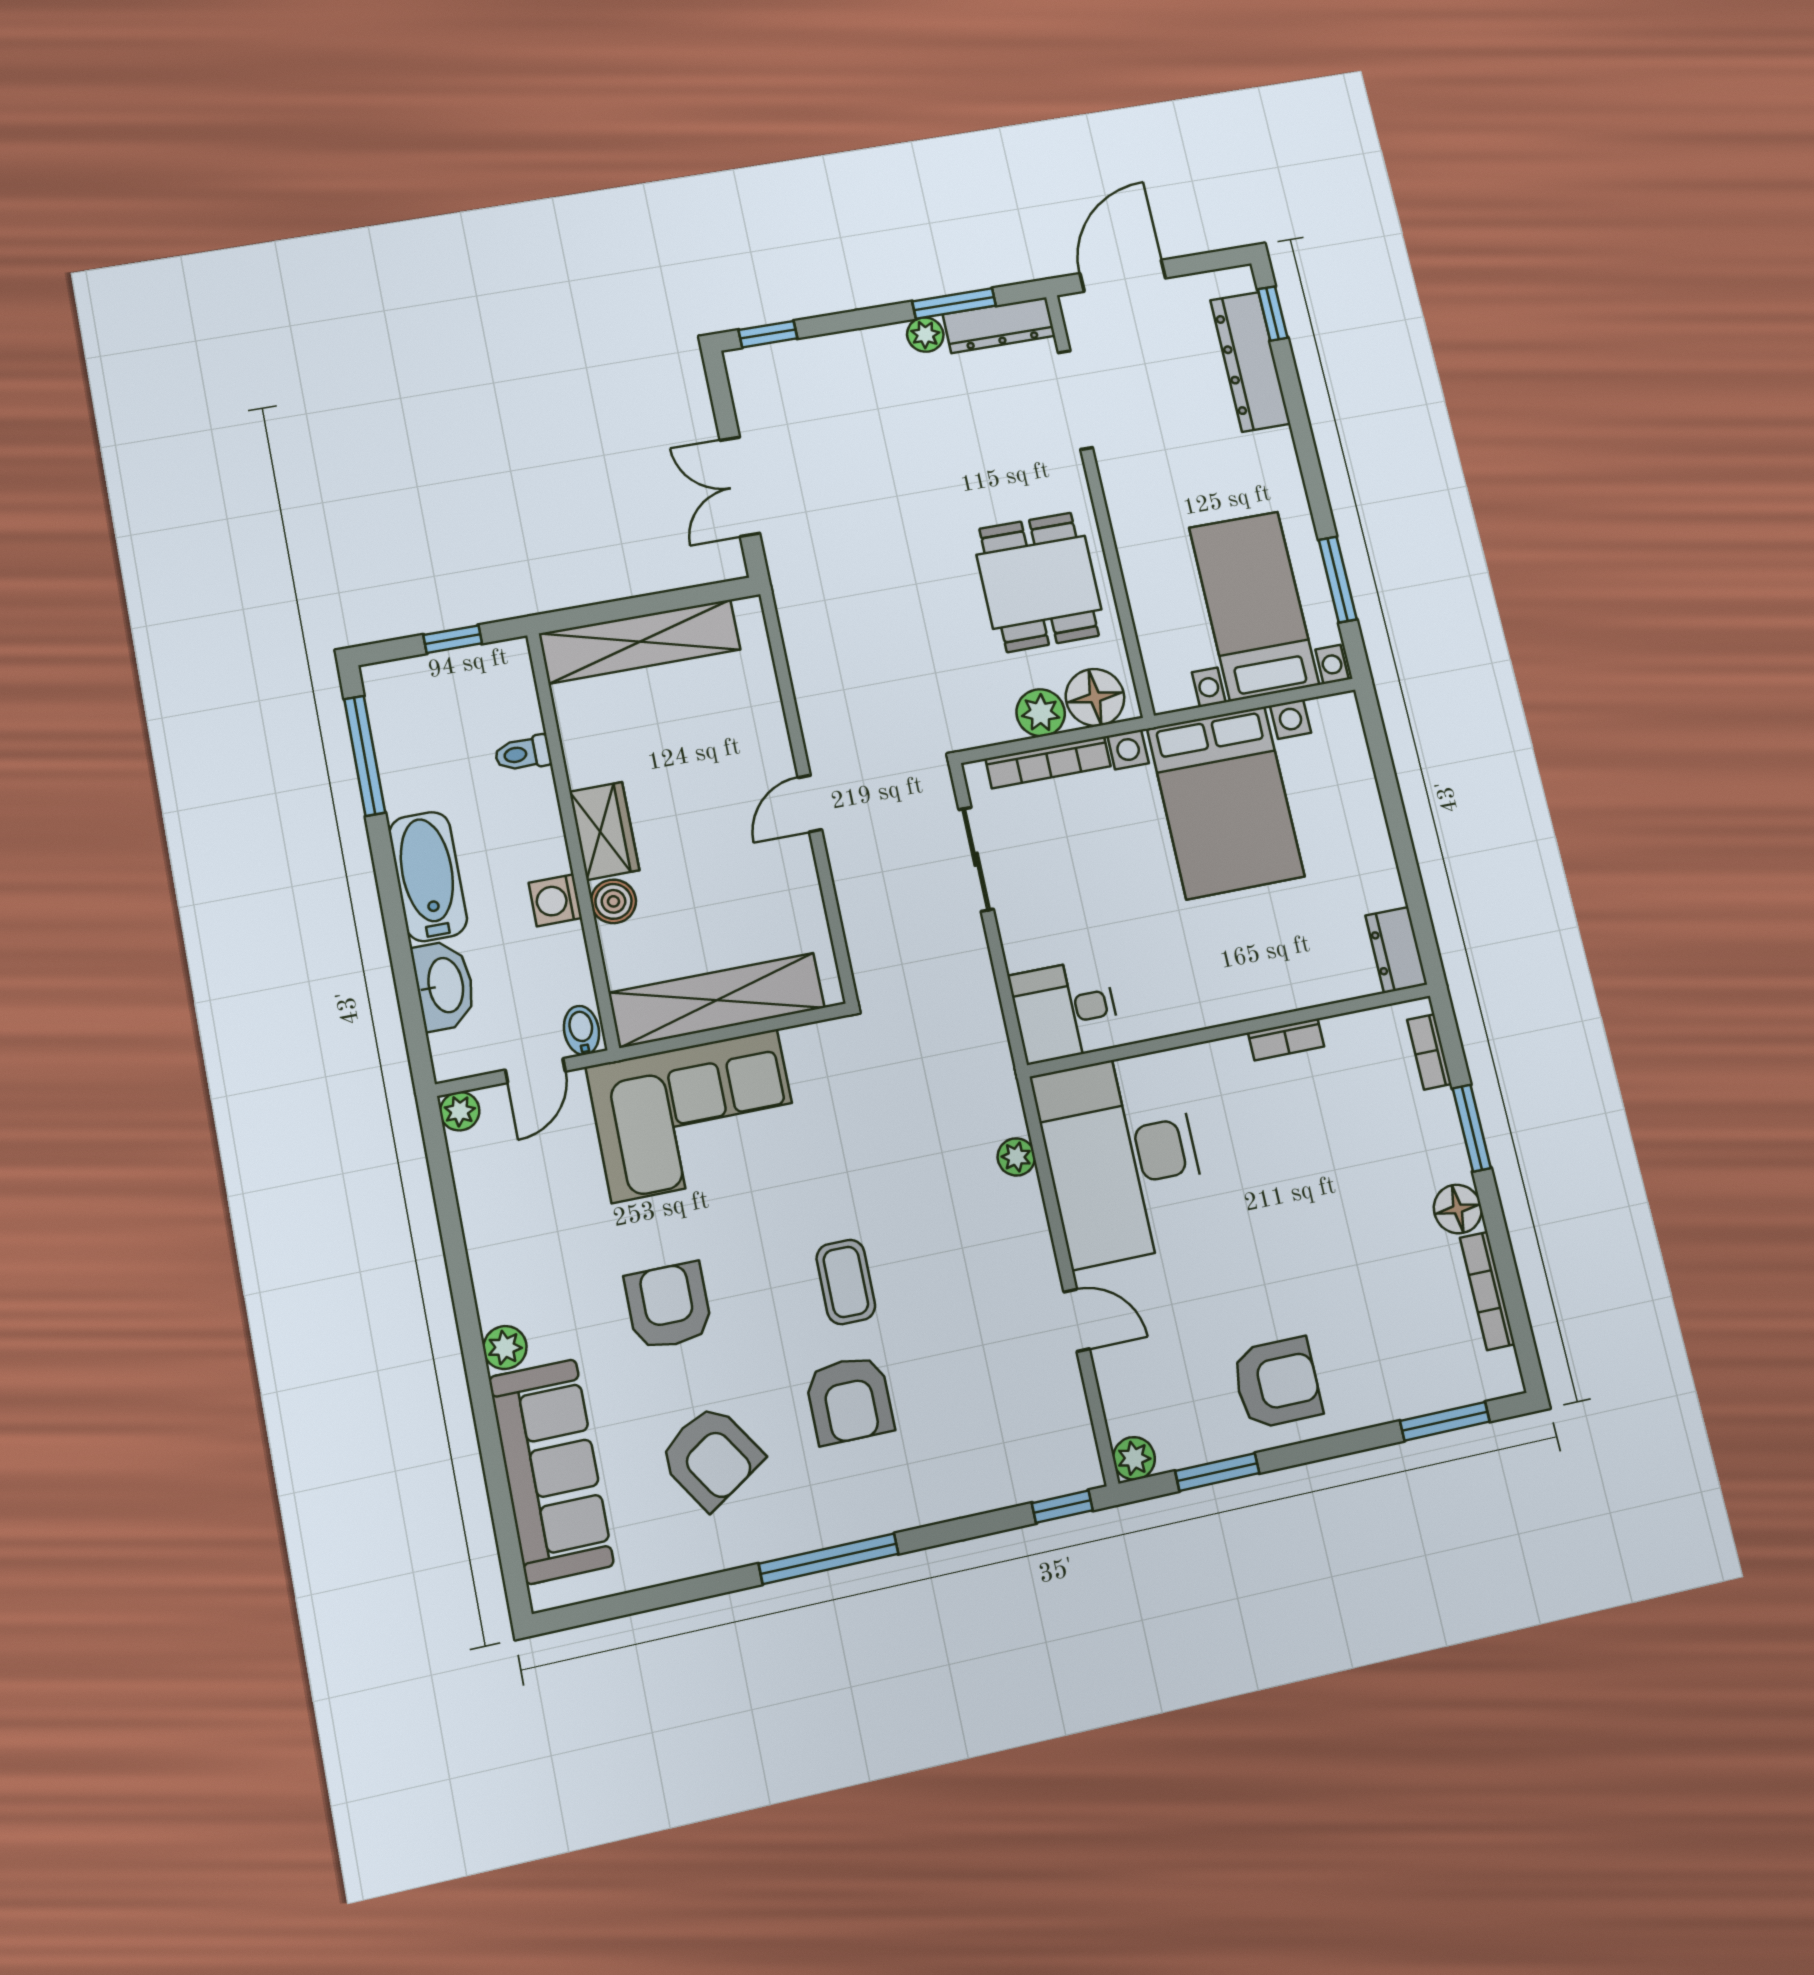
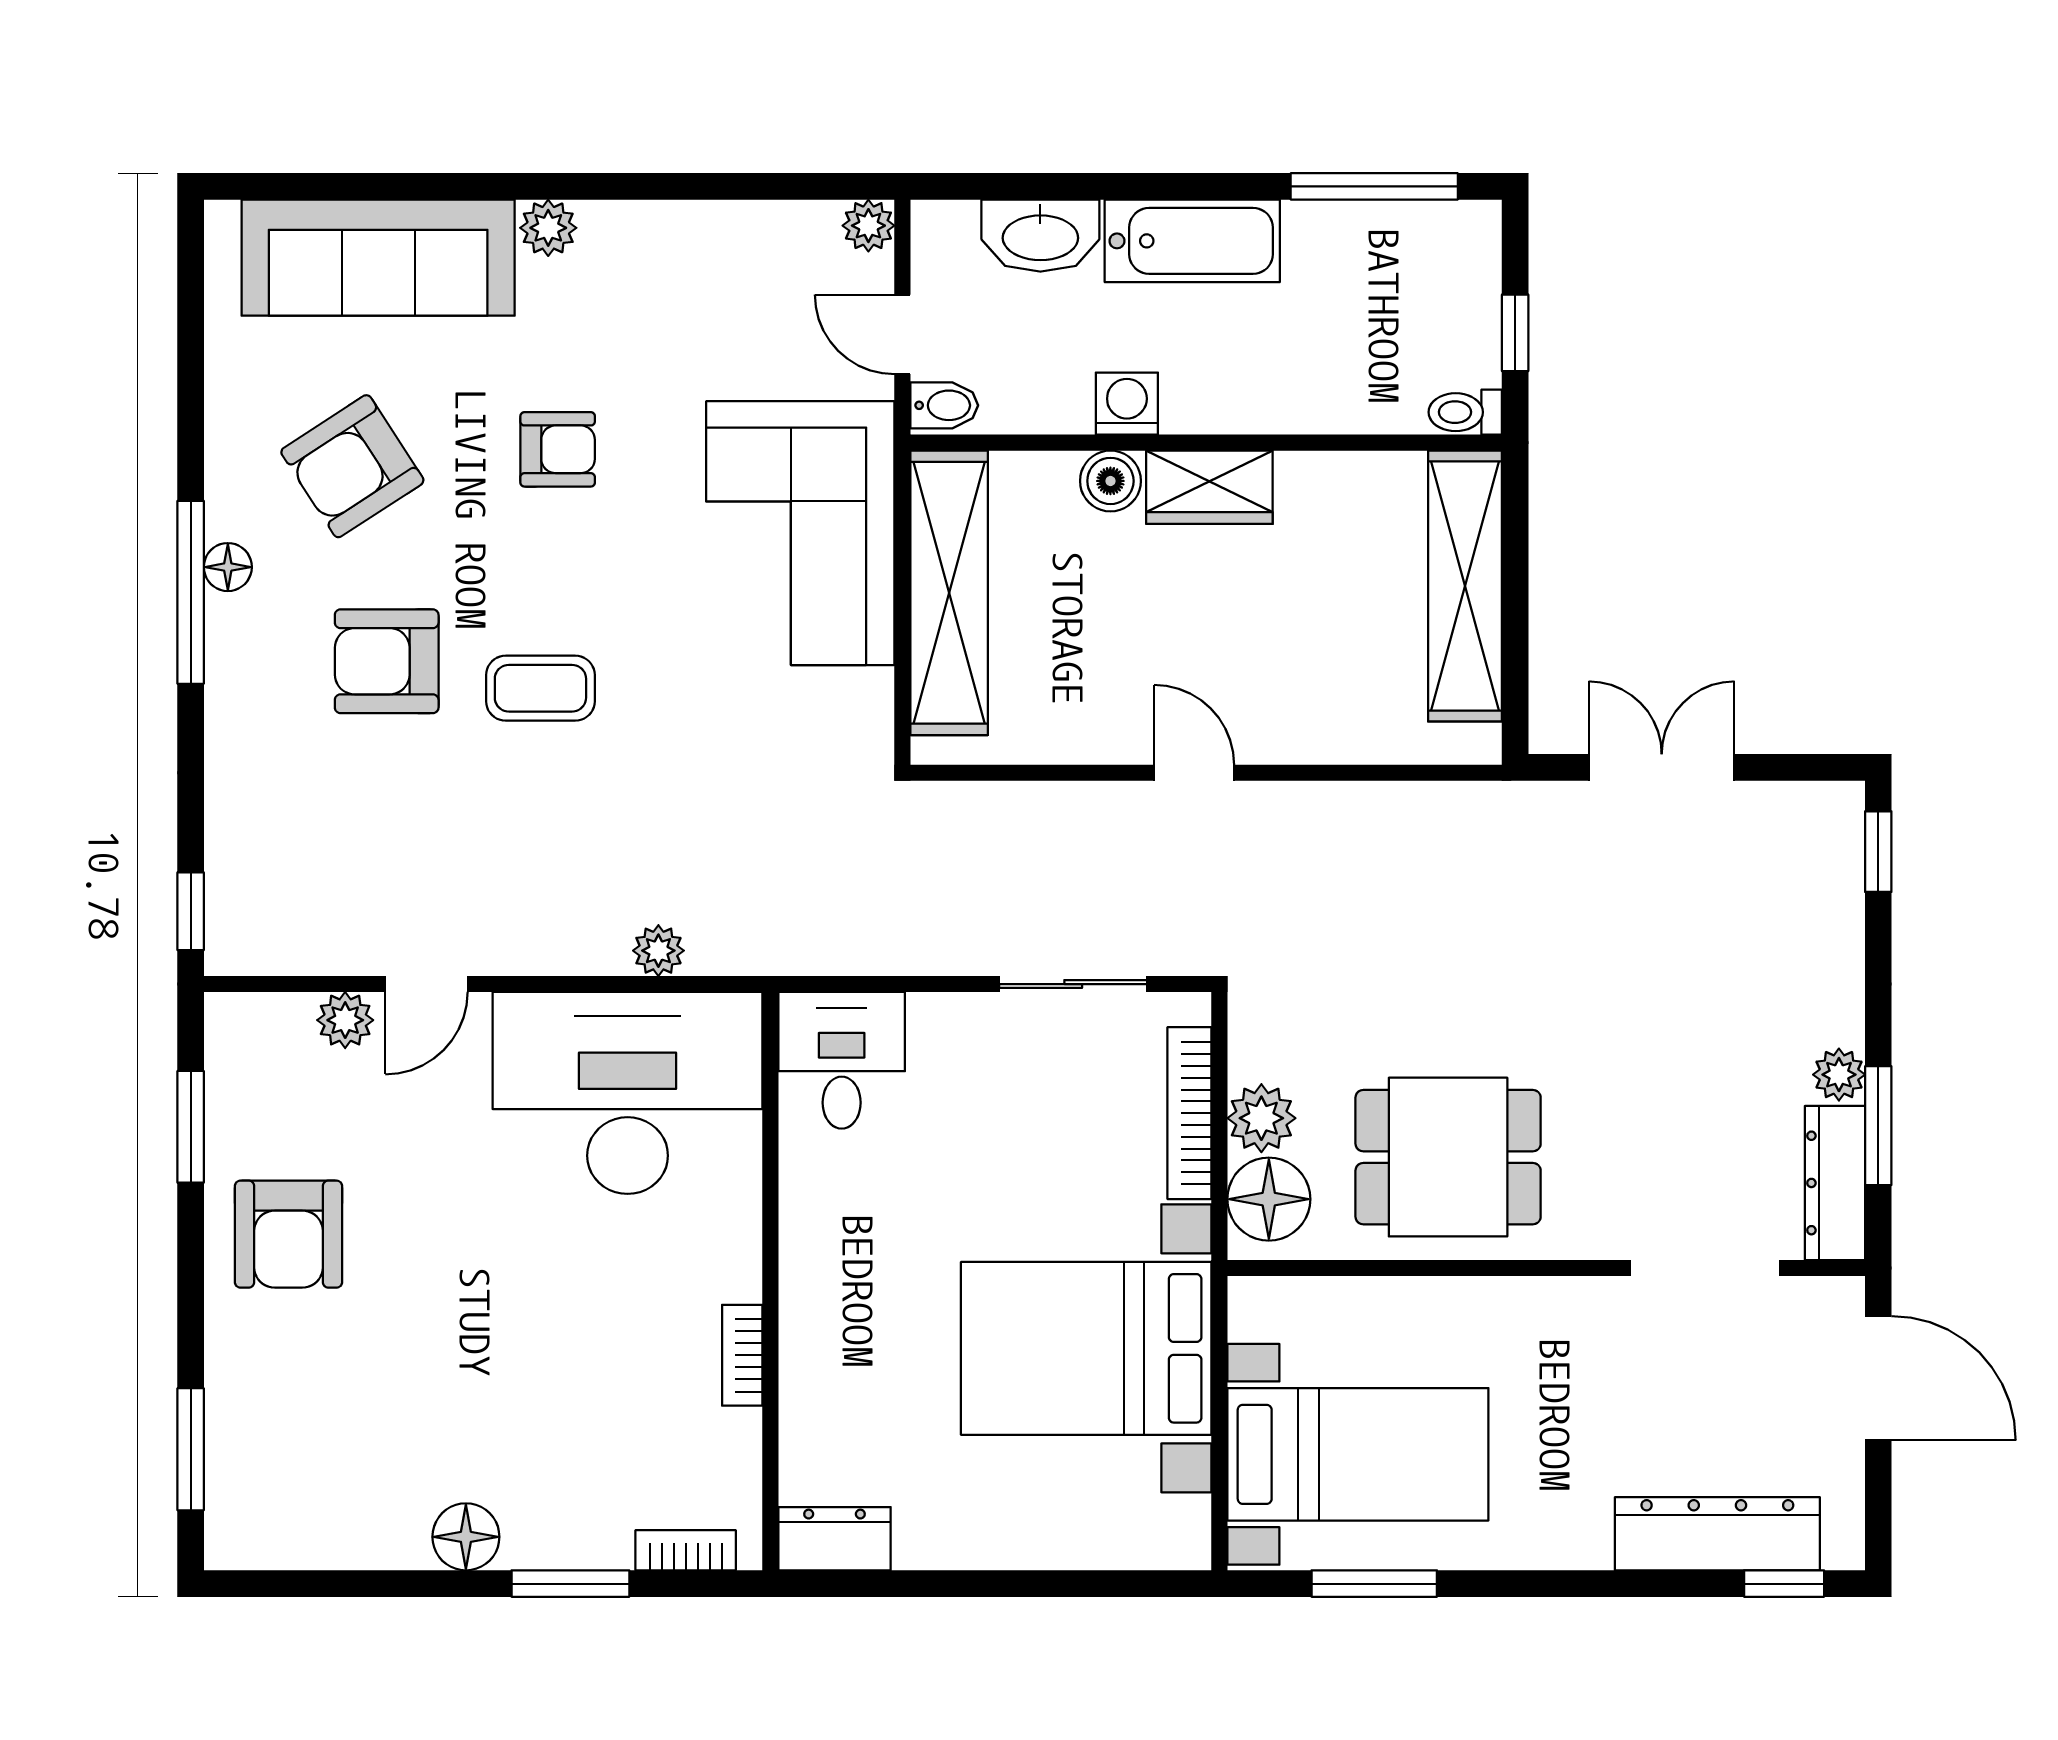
toilet: (523, 754) -> (1465, 412), moved, turned -90
bookcase: (1487, 1291) -> (349, 1550), removed
armchair: (668, 1306) -> (558, 449), width x0.72, depth x0.72
plant: (1134, 1458) -> (345, 1020), moved
floor lamp: (804, 1535) -> (228, 567), added

